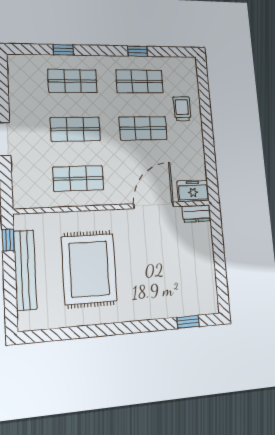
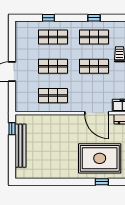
door: (154, 205) -> (97, 113), swing flipped
rug: (89, 269) -> (100, 158), moved, turned 90
window: (188, 322) -> (102, 182), moved

